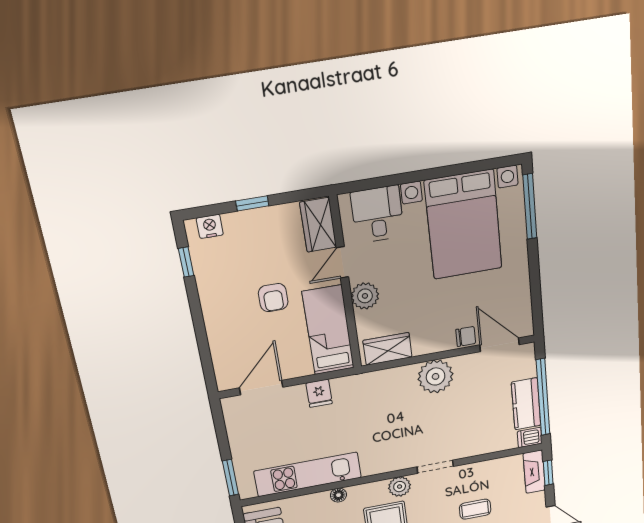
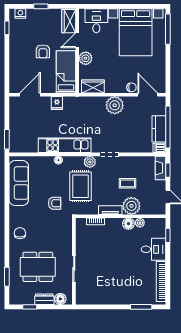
kitchen unit: (308, 474) -> (65, 145), moved

